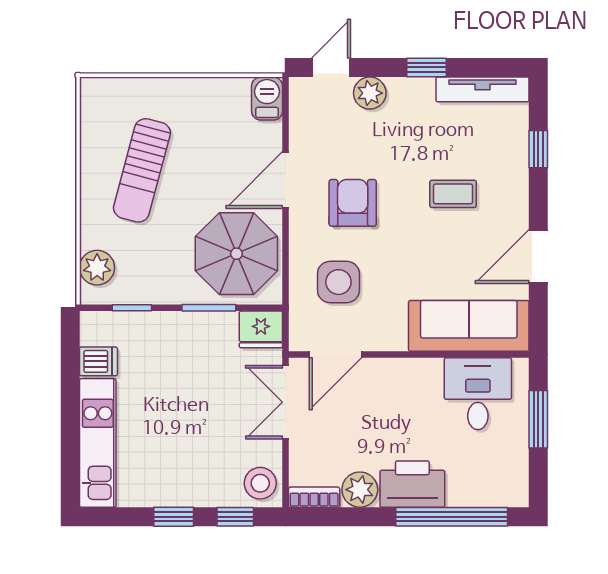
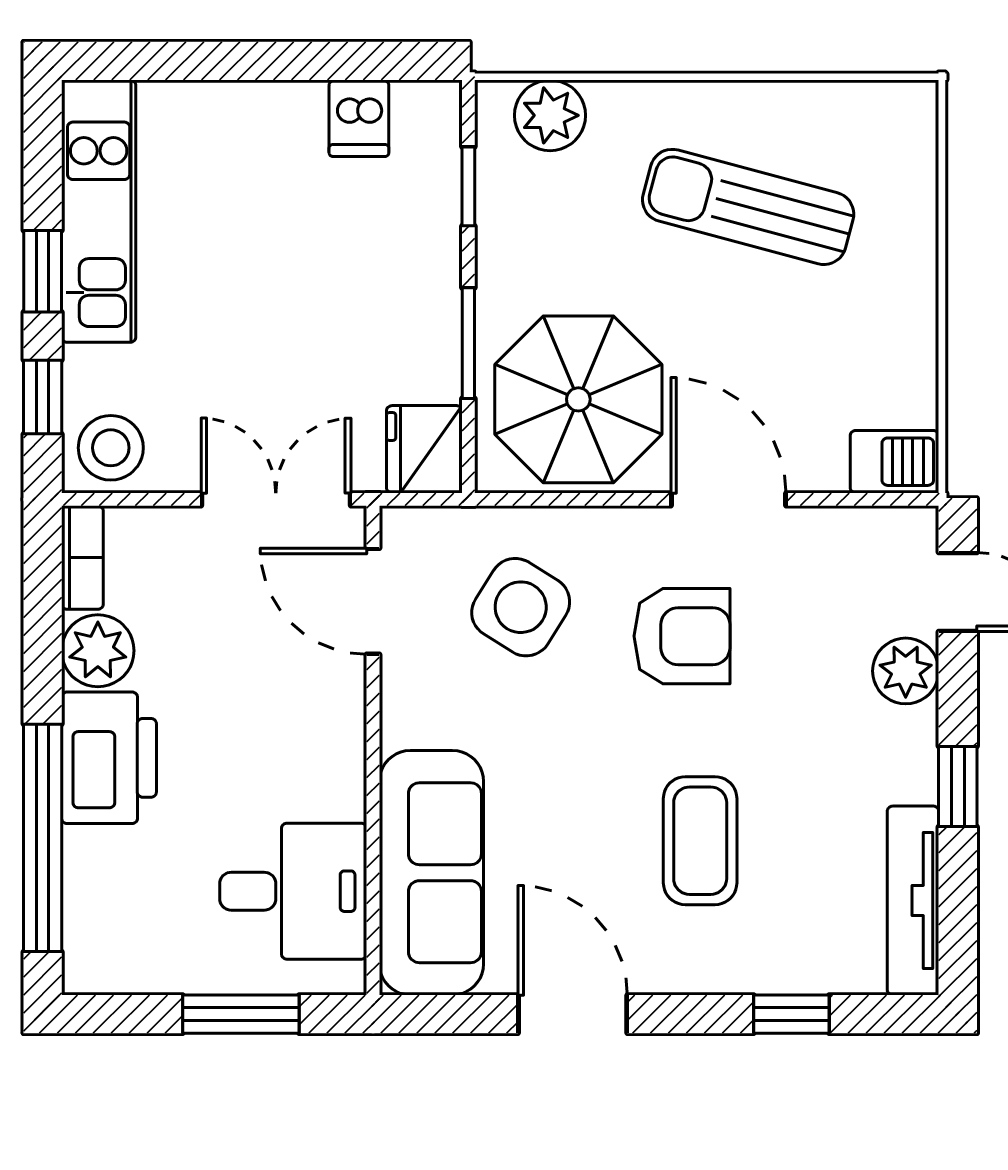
coffee table: (453, 194) -> (700, 841), width x1.36, depth x1.30
side table: (338, 282) -> (521, 607), turned 32
kitchen unit: (98, 443) -> (99, 211), moved, turned -90

